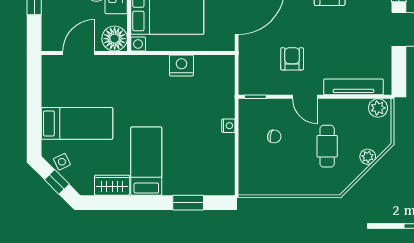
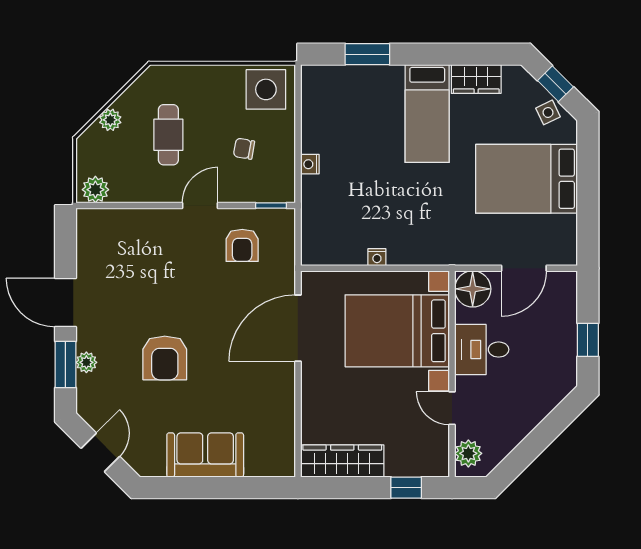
armchair: (292, 59) -> (242, 245), moved
nightstand: (181, 65) -> (377, 257), width x0.53, depth x0.56
tv unit: (353, 87) -> (131, 220), removed
door: (305, 97) -> (200, 206), hinge flipped
bed: (77, 123) -> (526, 179), width x1.50
side table: (259, 178) -> (266, 89), added

